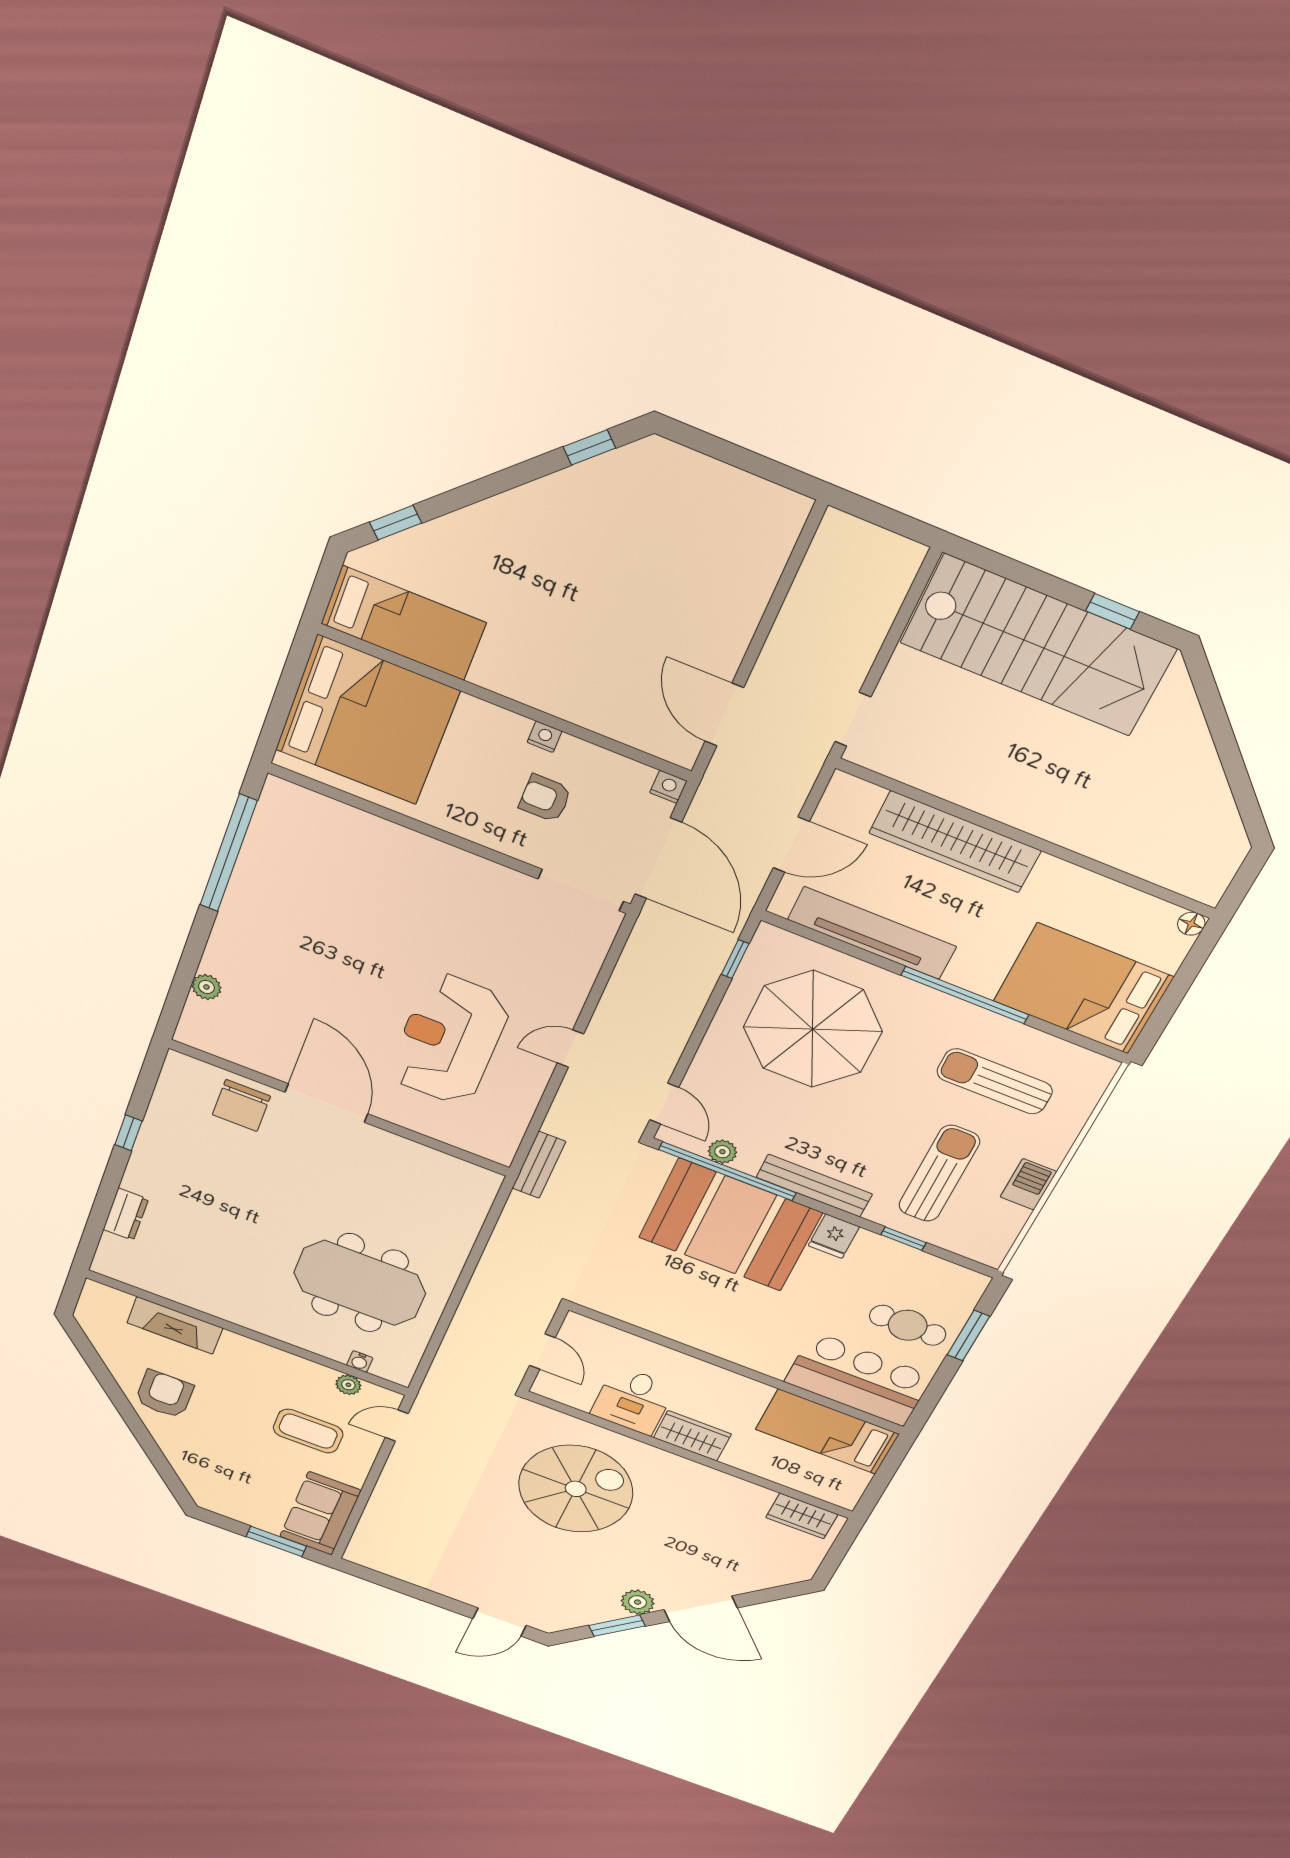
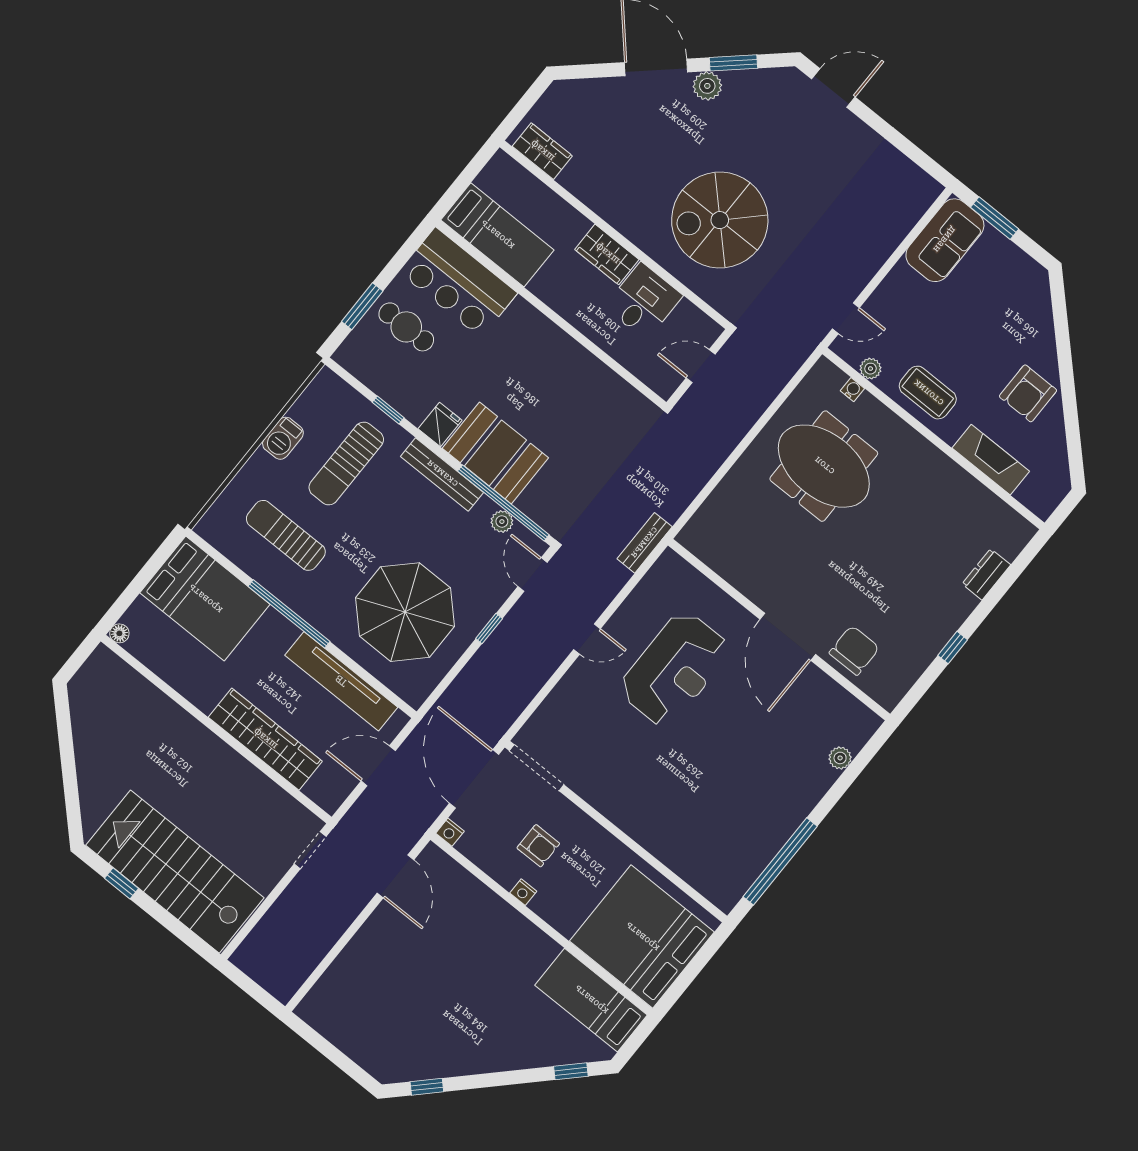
window: (735, 959) -> (489, 628), moved
sun lounger: (995, 1081) -> (286, 535), turned 180
booth: (730, 1225) -> (495, 453), width x0.73, depth x0.70
door: (542, 1352) -> (701, 366), hinge flipped
coffee table: (308, 1431) -> (928, 393), moved

